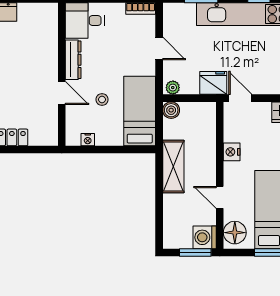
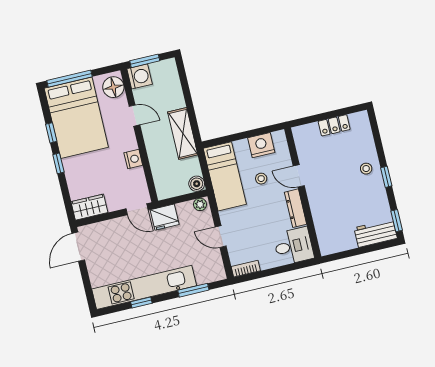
nightstand: (88, 140) -> (261, 145), width x1.89, depth x1.79

